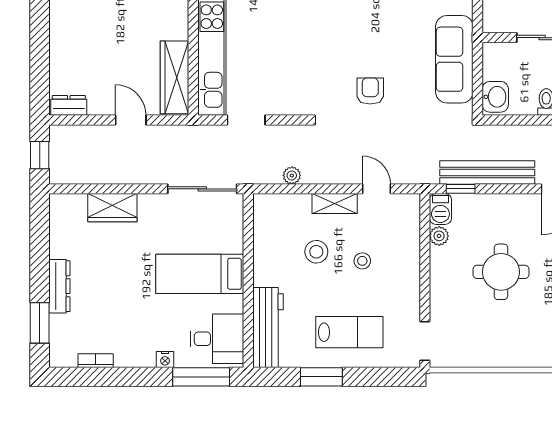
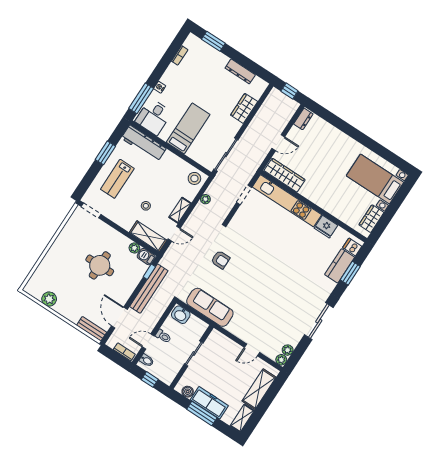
shelving: (407, 226) -> (148, 236), added
stool: (316, 252) -> (194, 178), moved
dresser: (59, 286) -> (240, 71), moved

